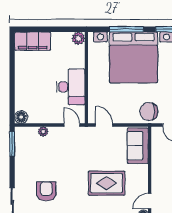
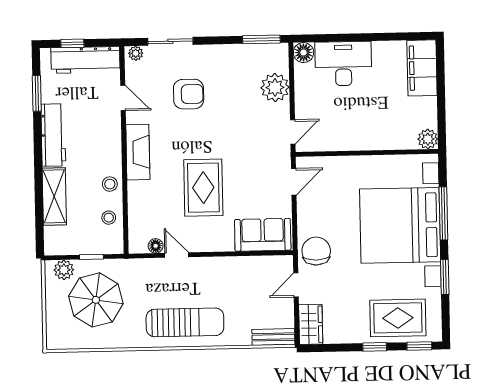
desk: (71, 87) -> (343, 64), moved, turned 180
plant: (43, 131) -> (275, 87), width x1.88, depth x1.88

